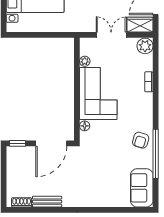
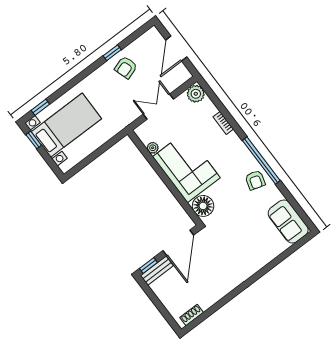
wardrobe: (140, 25) -> (177, 78), removed
floor lamp: (85, 126) -> (203, 206), width x1.89, depth x1.89
window: (156, 154) -> (261, 161), moved
bench: (47, 202) -> (157, 271), moved

